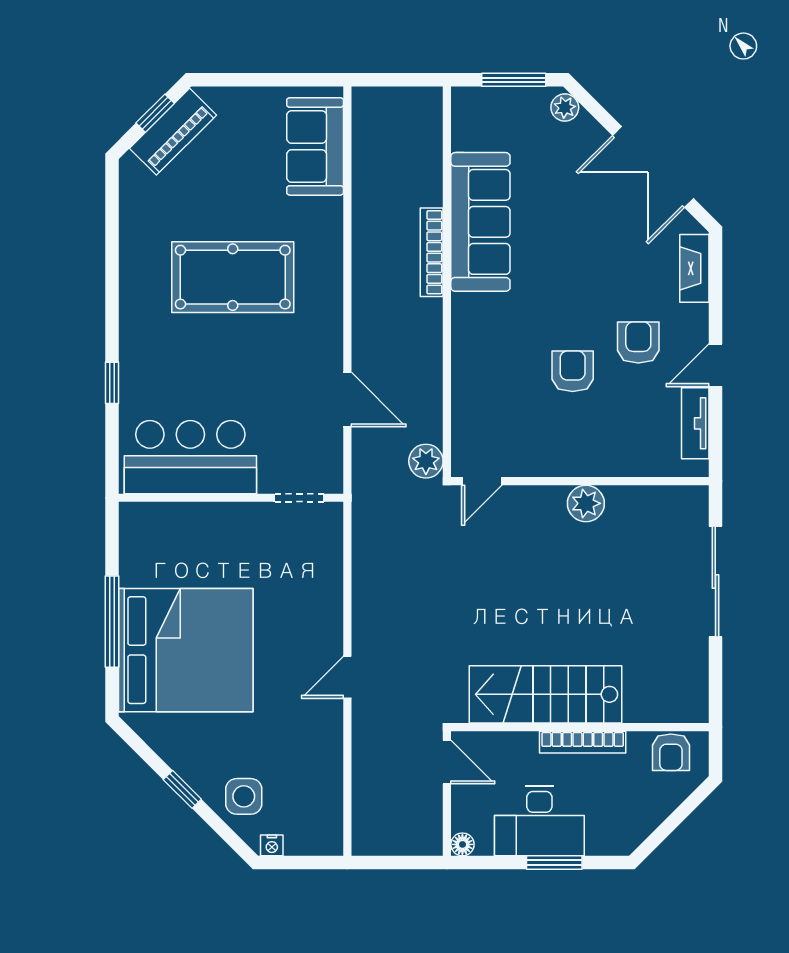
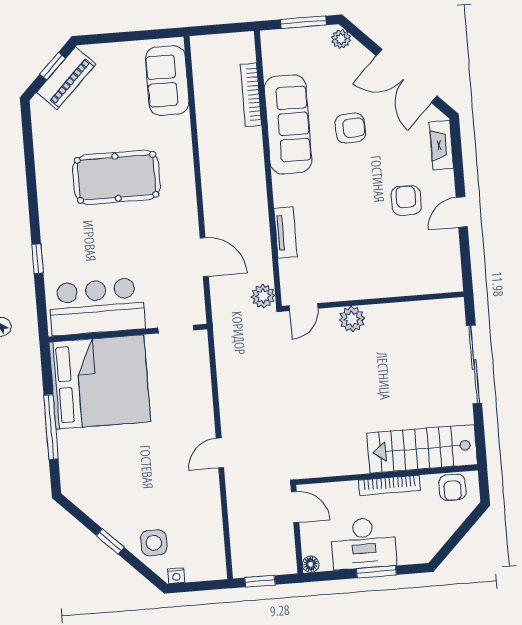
bookcase: (432, 252) -> (251, 95), moved
armchair: (573, 371) -> (350, 128), moved, turned 87
tv unit: (695, 423) -> (285, 232), moved, turned 180
plant: (586, 503) -> (352, 319), moved
bed: (186, 650) -> (100, 382), moved
stairs: (545, 694) -> (422, 449), moved
window: (389, 863) -> (260, 581), added

